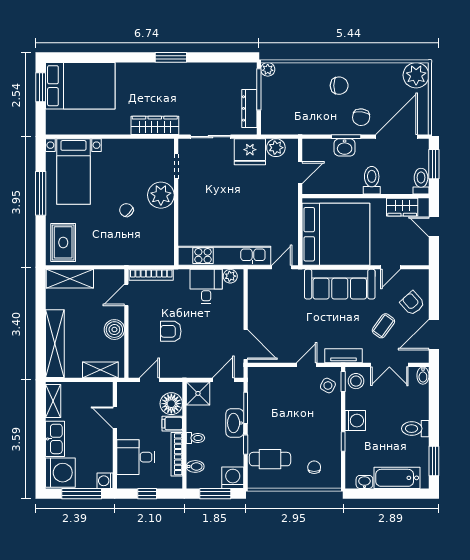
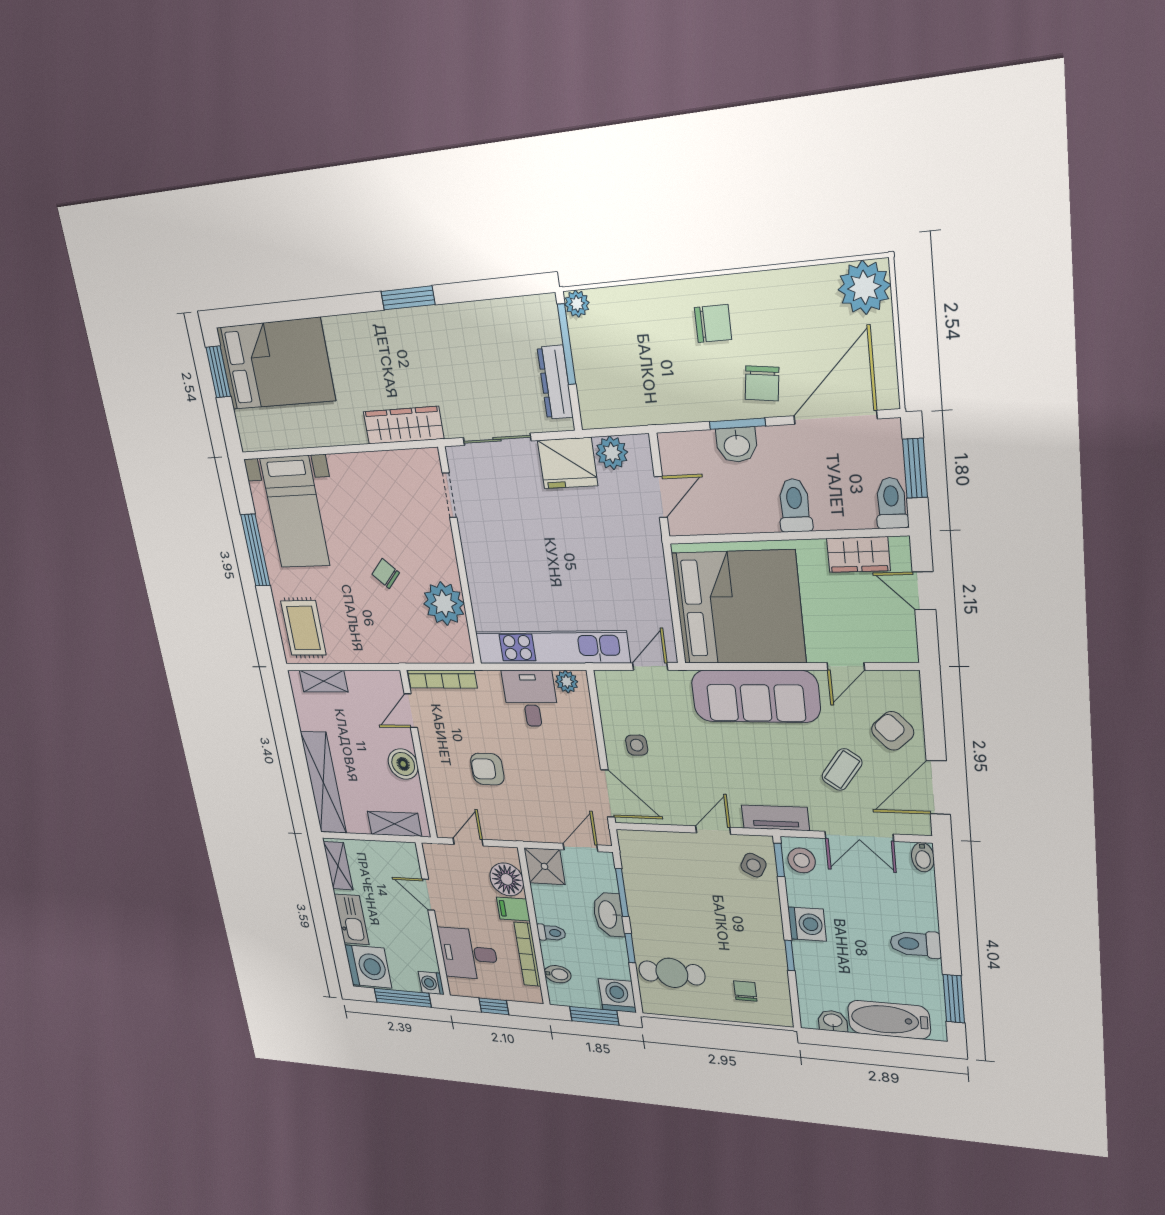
plant: (161, 195) -> (444, 604), moved
shelving: (70, 279) -> (324, 681), width x0.67, depth x0.75
side table: (267, 314) -> (637, 745), added

